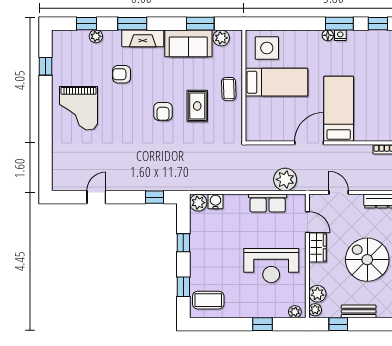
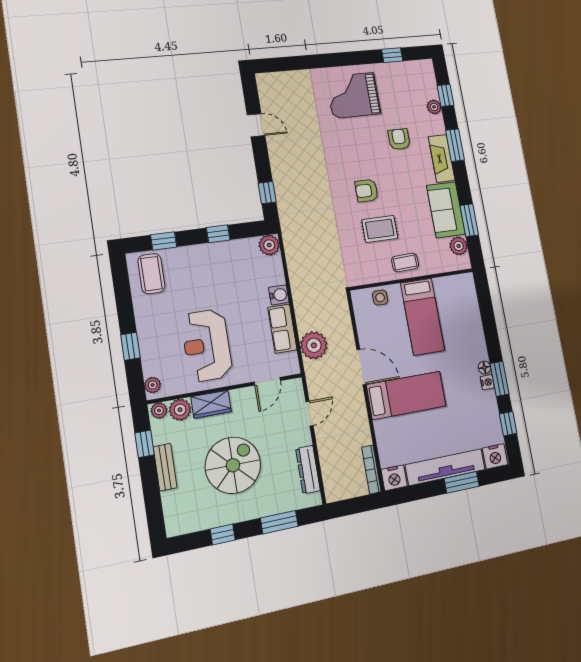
side table: (267, 48) -> (380, 298), moved, width x0.54, depth x0.54
water cooler: (215, 201) -> (279, 295), moved
wardrobe: (317, 247) -> (211, 404), moved

